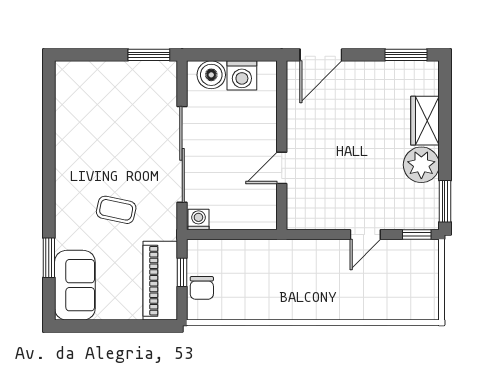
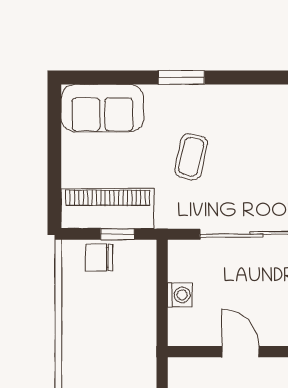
washing machine: (198, 219) -> (180, 295), moved
window: (49, 258) -> (181, 77), moved

